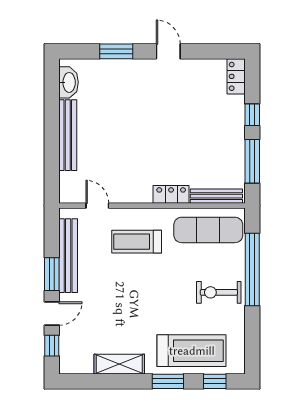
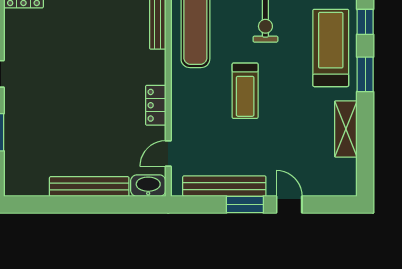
washbasin: (69, 82) -> (148, 186), moved
locker: (171, 194) -> (156, 105), moved
treadmill: (137, 242) -> (245, 91), moved
window: (52, 346) -> (325, 204), removed

